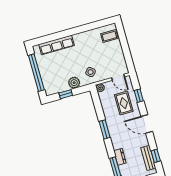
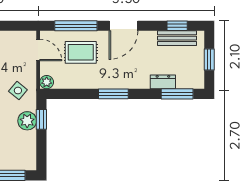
door: (118, 77) -> (38, 50), hinge flipped
window: (66, 94) -> (41, 119), moved
window: (139, 96) -> (76, 26), width x2.17

